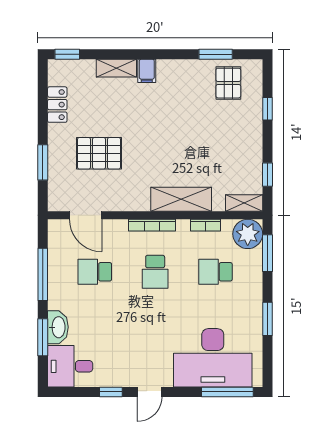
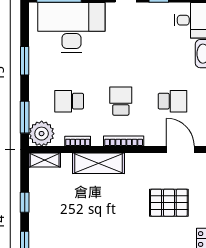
window: (267, 175) -> (25, 202), moved
school desk: (215, 272) -> (69, 101), turned 180

